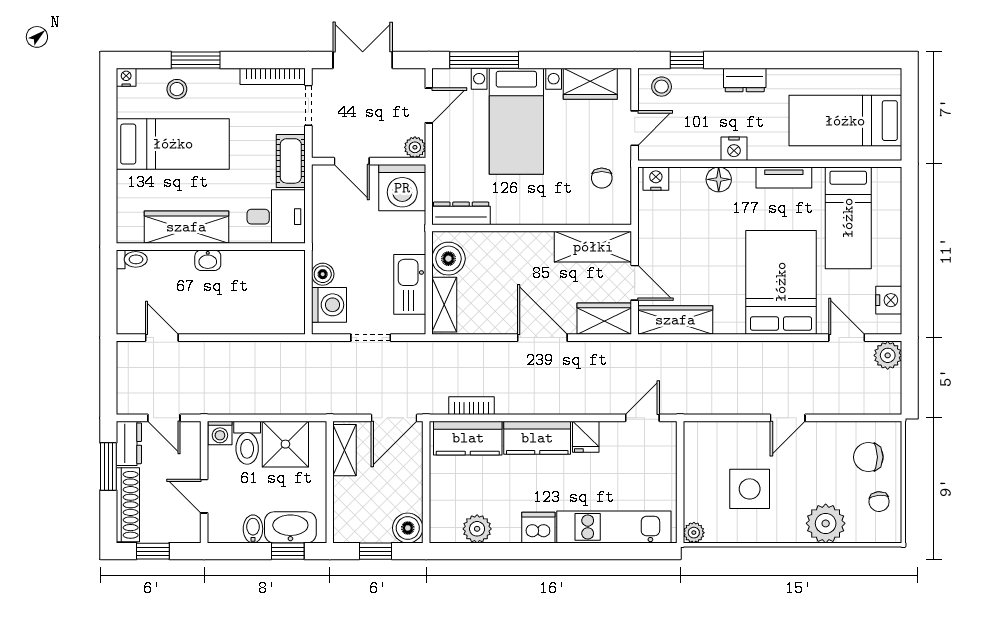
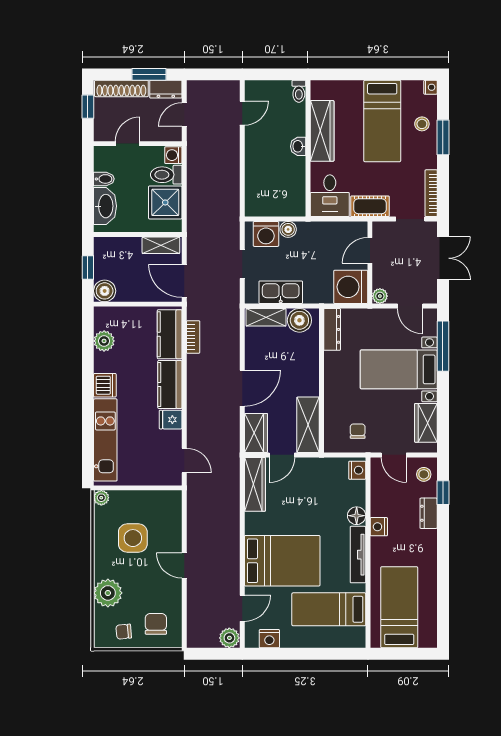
dresser: (745, 80) -> (429, 513), moved
chair: (602, 178) -> (358, 431), turned 90
tv unit: (784, 178) -> (358, 555), width x1.41
window: (288, 551) -> (88, 204), removed

